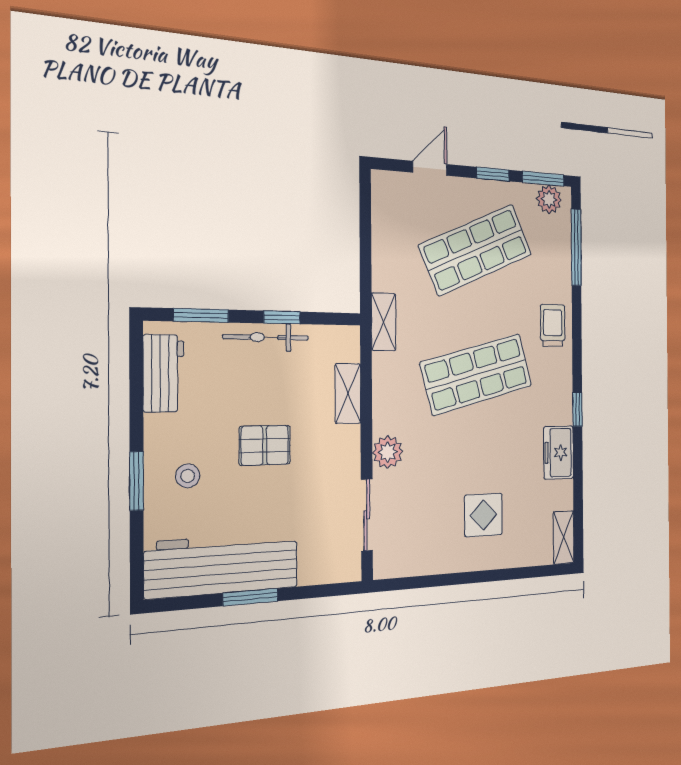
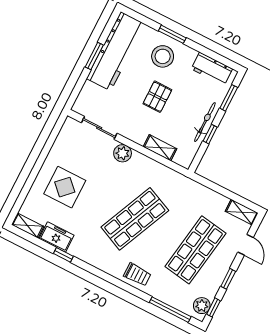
window: (543, 179) -> (213, 307), width x0.67
shop shelf: (476, 250) -> (195, 250), turned 33
shelving: (384, 322) -> (242, 212), moved
shop shelf: (477, 374) -> (135, 219), turned 39
window: (577, 409) -> (63, 255), moved
freezer: (559, 453) -> (57, 237), moved
stool: (188, 476) -> (163, 56), width x1.89, depth x1.89
display table: (483, 515) -> (65, 187), width x1.36, depth x1.36

